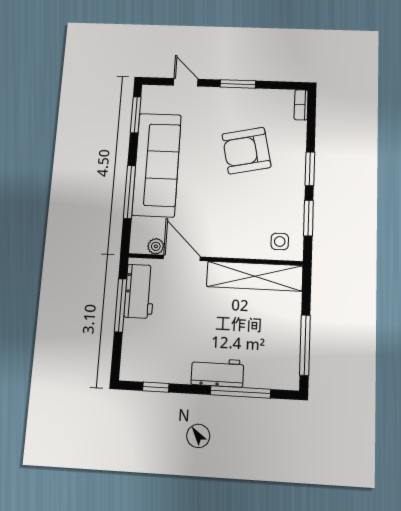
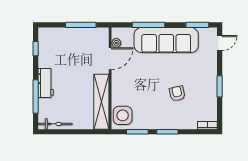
door: (186, 82) -> (220, 43), moved
armchair: (246, 151) -> (177, 94), width x0.53, depth x0.53
side table: (280, 241) -> (123, 115), width x1.87, depth x1.87
workbench: (140, 291) -> (89, 35), removed
window: (305, 345) -> (64, 132), removed
bicycle: (291, 359) -> (55, 124), added

